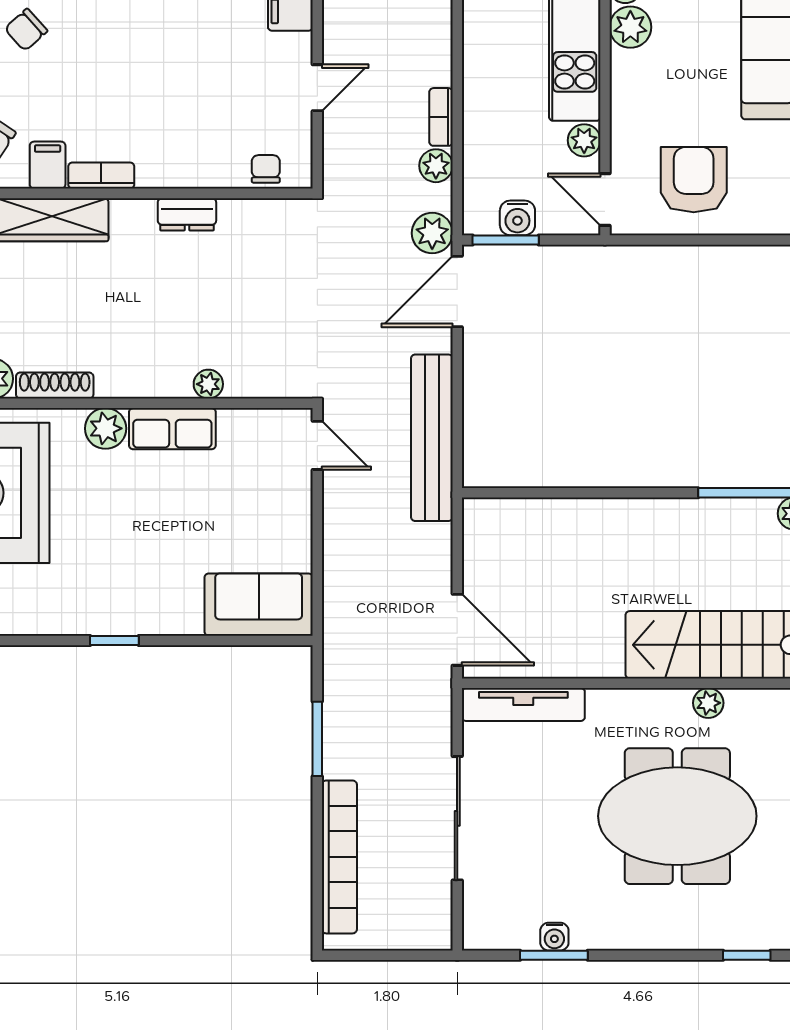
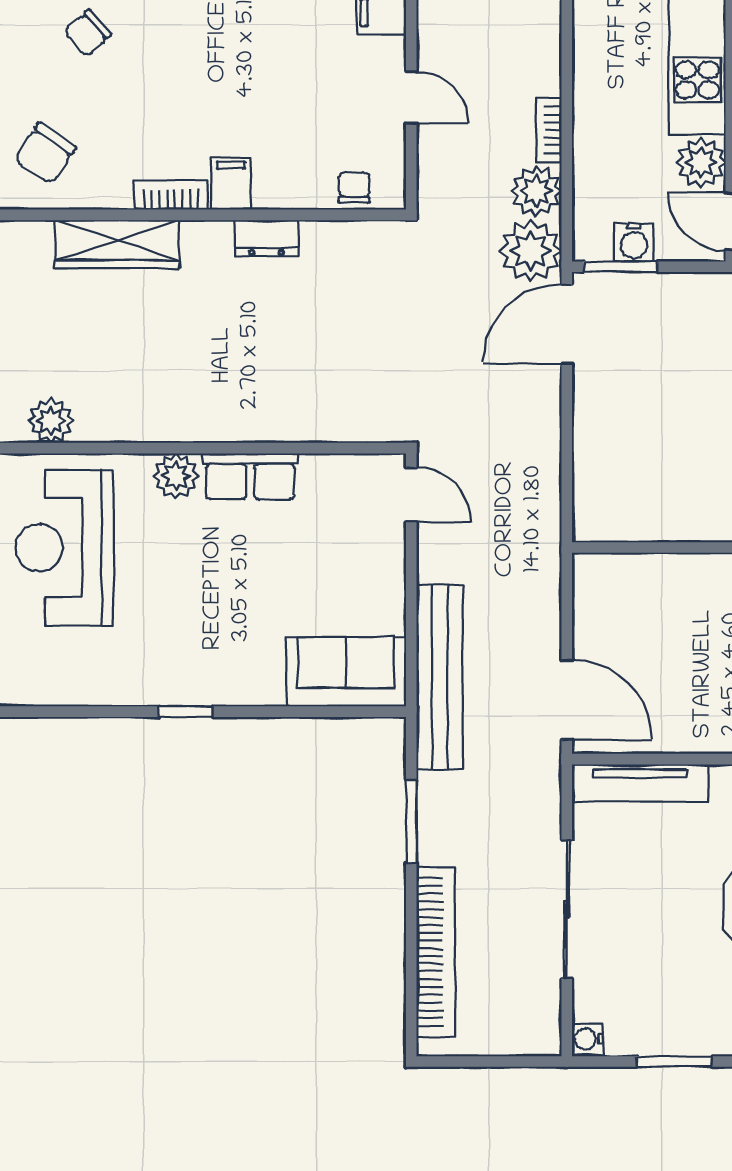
door: (317, 88) -> (411, 97), hinge flipped
plant: (584, 140) -> (701, 163), width x1.38, depth x1.38
filing cabinet: (48, 165) -> (231, 183), moved
plant: (436, 166) -> (536, 191), width x1.38, depth x1.38
plant: (432, 233) -> (531, 251), width x1.36, depth x1.36
plant: (208, 384) -> (290, 427), removed
shoe rack: (55, 386) -> (119, 428), removed
bench: (432, 438) -> (440, 677), moved
water cooler: (554, 937) -> (588, 1039), moved, turned 90

